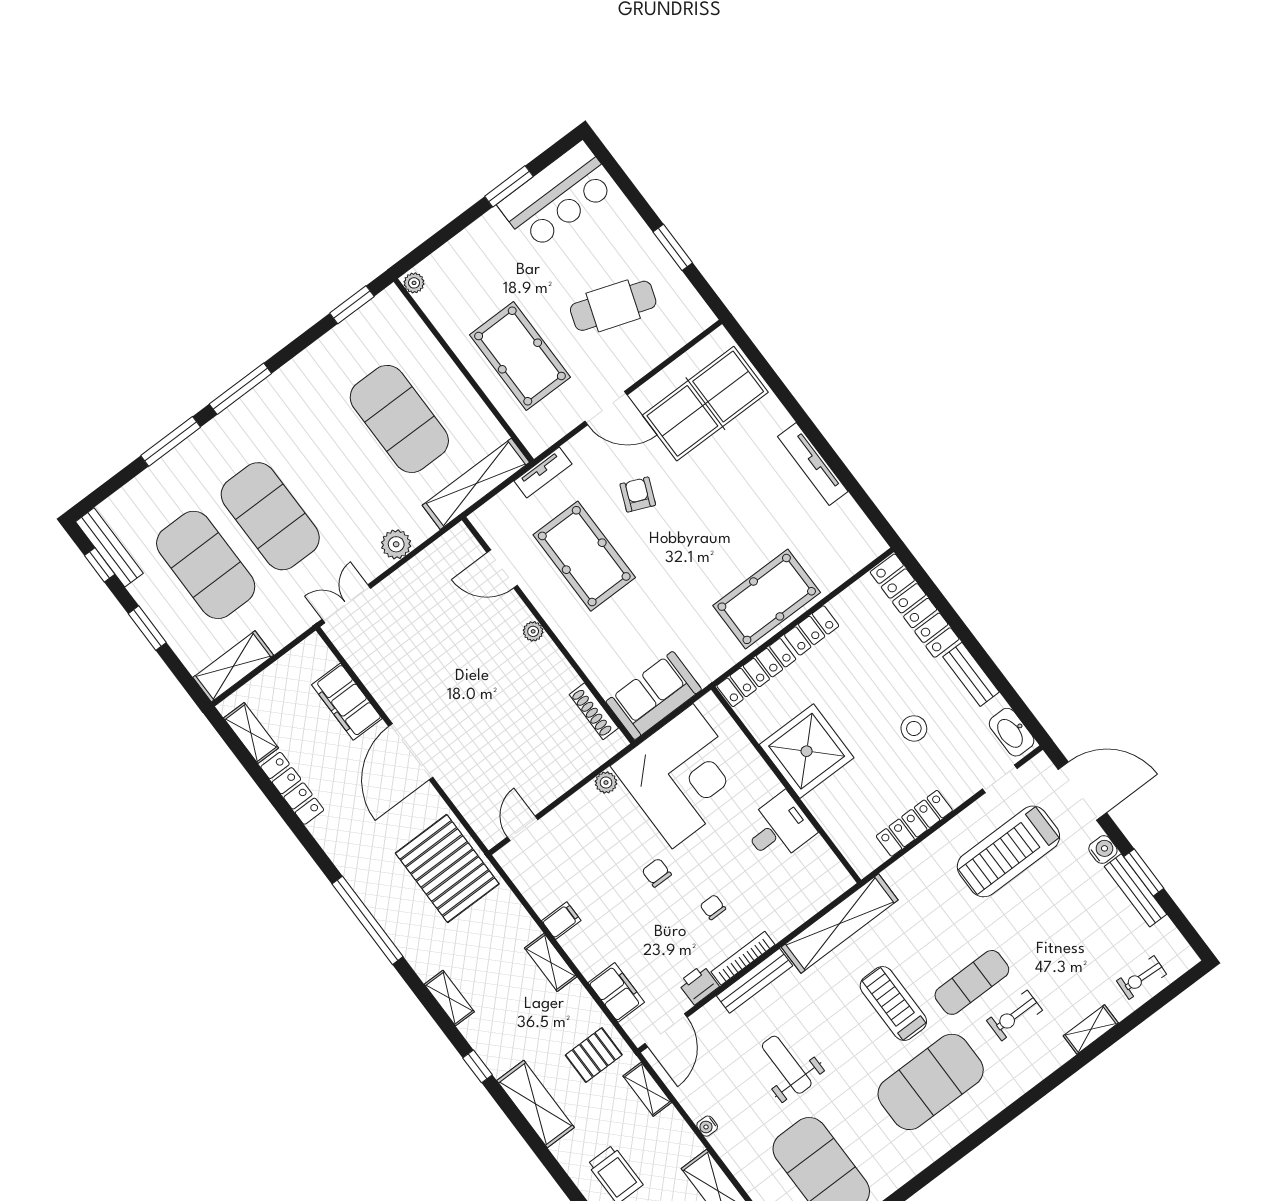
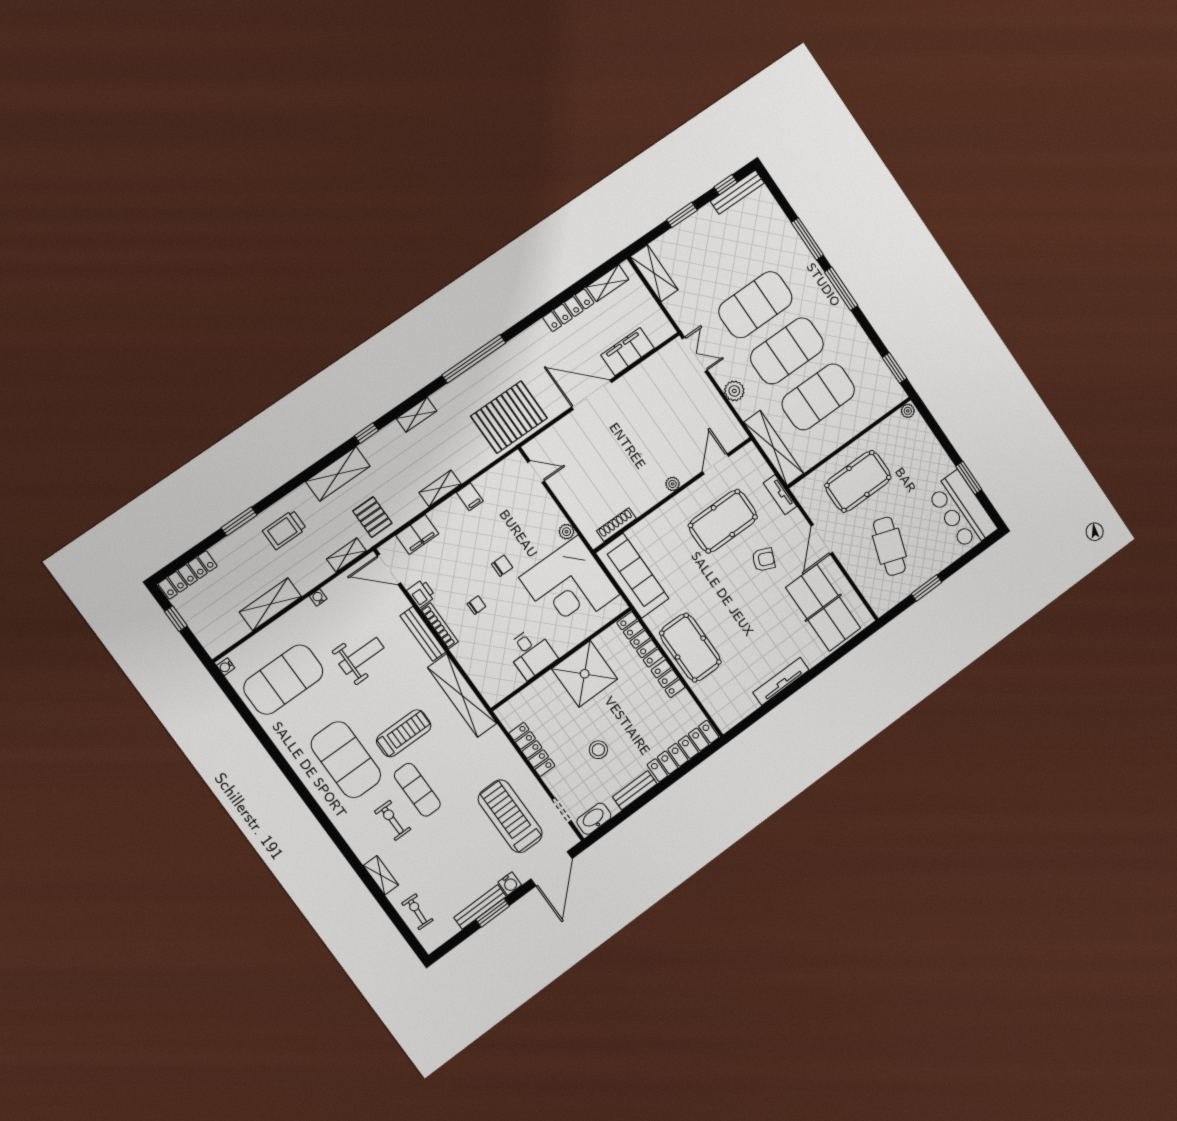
exercise mat: (206, 565) -> (787, 351), moved
sofa: (654, 696) -> (632, 576), width x1.36

